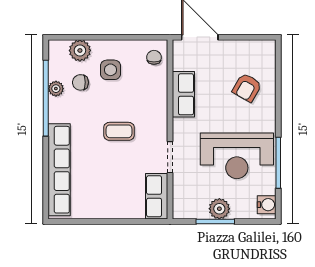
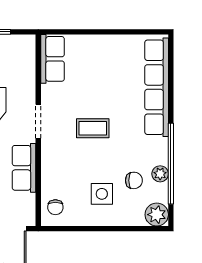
plant: (80, 50) -> (157, 215), moved
doorway: (170, 157) -> (38, 121), moved

